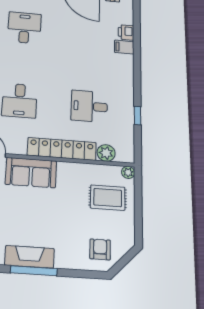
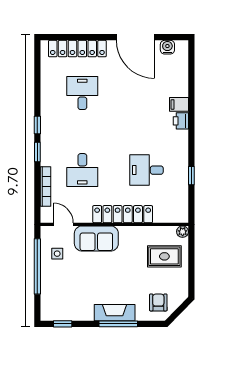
printer: (126, 32) -> (181, 121), moved
plant: (106, 153) -> (163, 215), removed
fireplace: (29, 257) -> (115, 313), moved
window: (34, 271) -> (118, 324), moved

